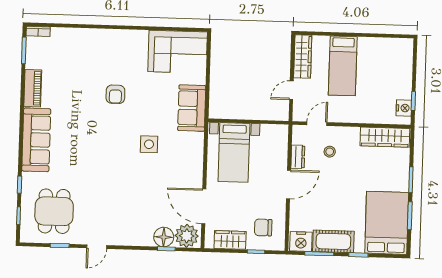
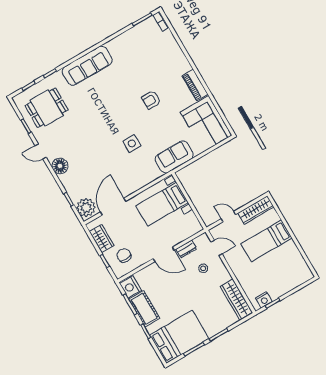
piano: (33, 88) -> (195, 85), moved, turned 90
floor lamp: (164, 237) -> (60, 166), moved

